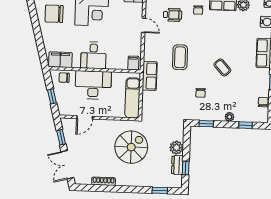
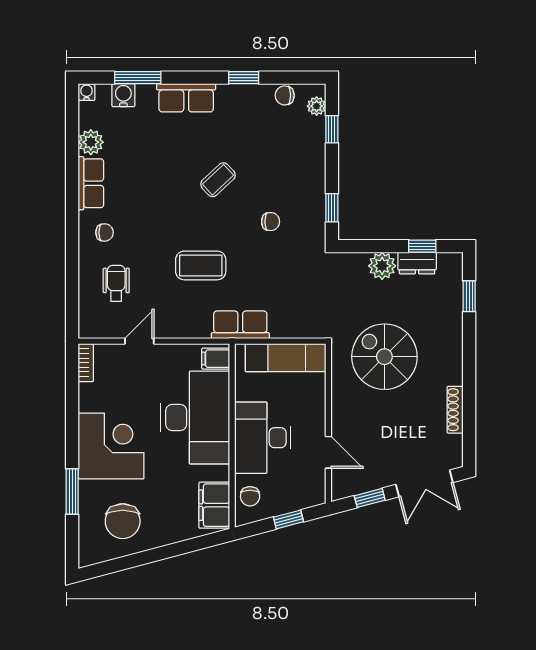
desk: (93, 55) -> (195, 417), width x1.87, depth x1.30
plant: (229, 117) -> (317, 106), moved

